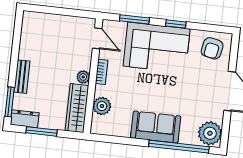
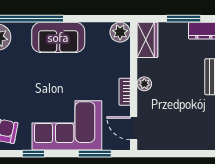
window: (176, 24) -> (33, 154), moved
plant: (102, 106) -> (120, 32), moved
wardrobe: (77, 108) -> (147, 40), width x0.67

